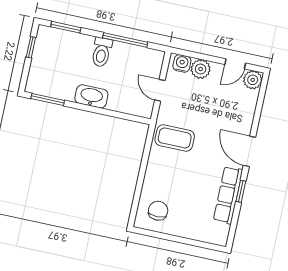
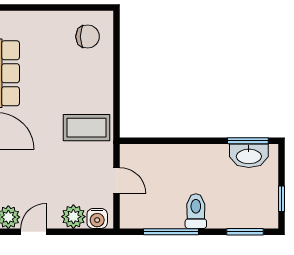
washbasin: (91, 96) -> (249, 156), moved
chair: (158, 211) -> (88, 37), turned -90

